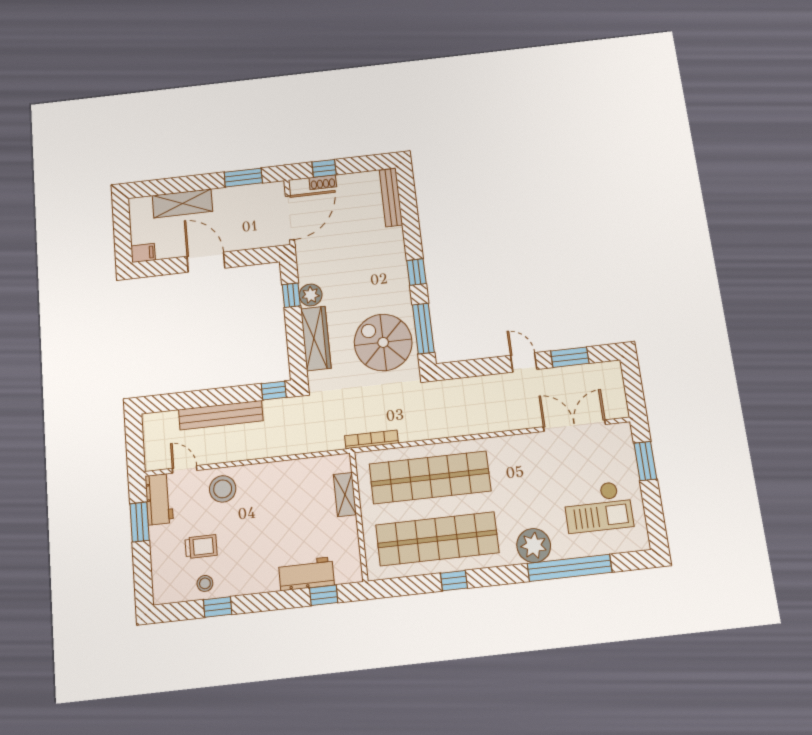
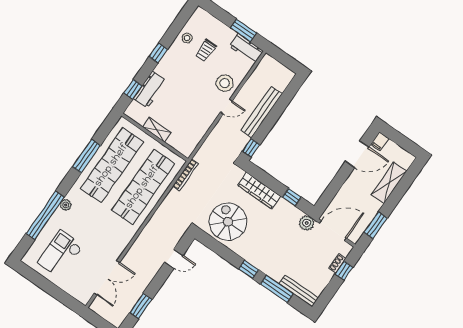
door: (290, 218) -> (333, 231), swing flipped
door: (206, 262) -> (357, 154), moved
plant: (311, 295) -> (307, 223), moved
window: (423, 329) -> (277, 289), moved
spiral stairs: (383, 342) -> (228, 222), turned -90
door: (524, 362) -> (174, 259), moved
window: (645, 461) -> (61, 296), removed
door: (185, 469) -> (226, 107), moved
shelving: (345, 495) -> (157, 130), moved
plant: (534, 546) -> (66, 205), width x0.53, depth x0.53
window: (454, 581) -> (86, 156), width x2.17
window: (218, 607) -> (158, 53), moved

